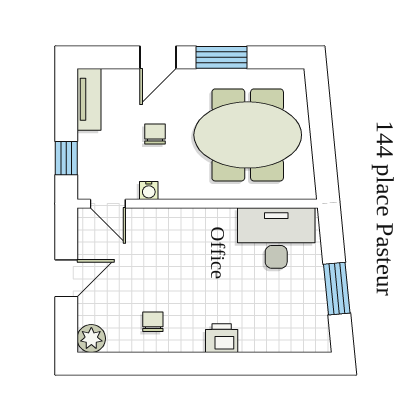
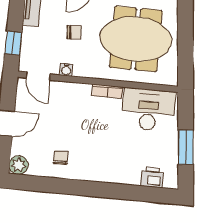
chair: (155, 134) -> (74, 32), turned 86
bookcase: (213, 217) -> (108, 91), added
printer: (222, 338) -> (152, 177), moved

